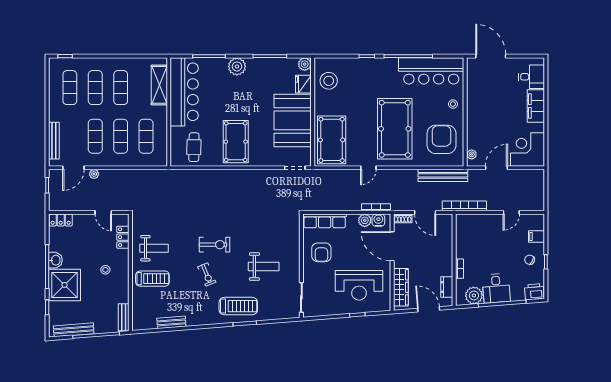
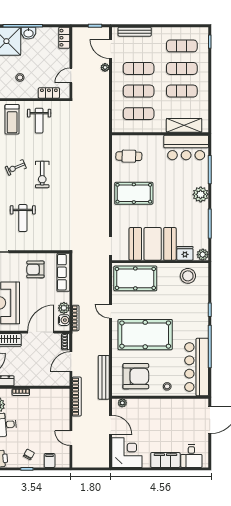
bar counter: (184, 92) -> (186, 147), width x0.73

